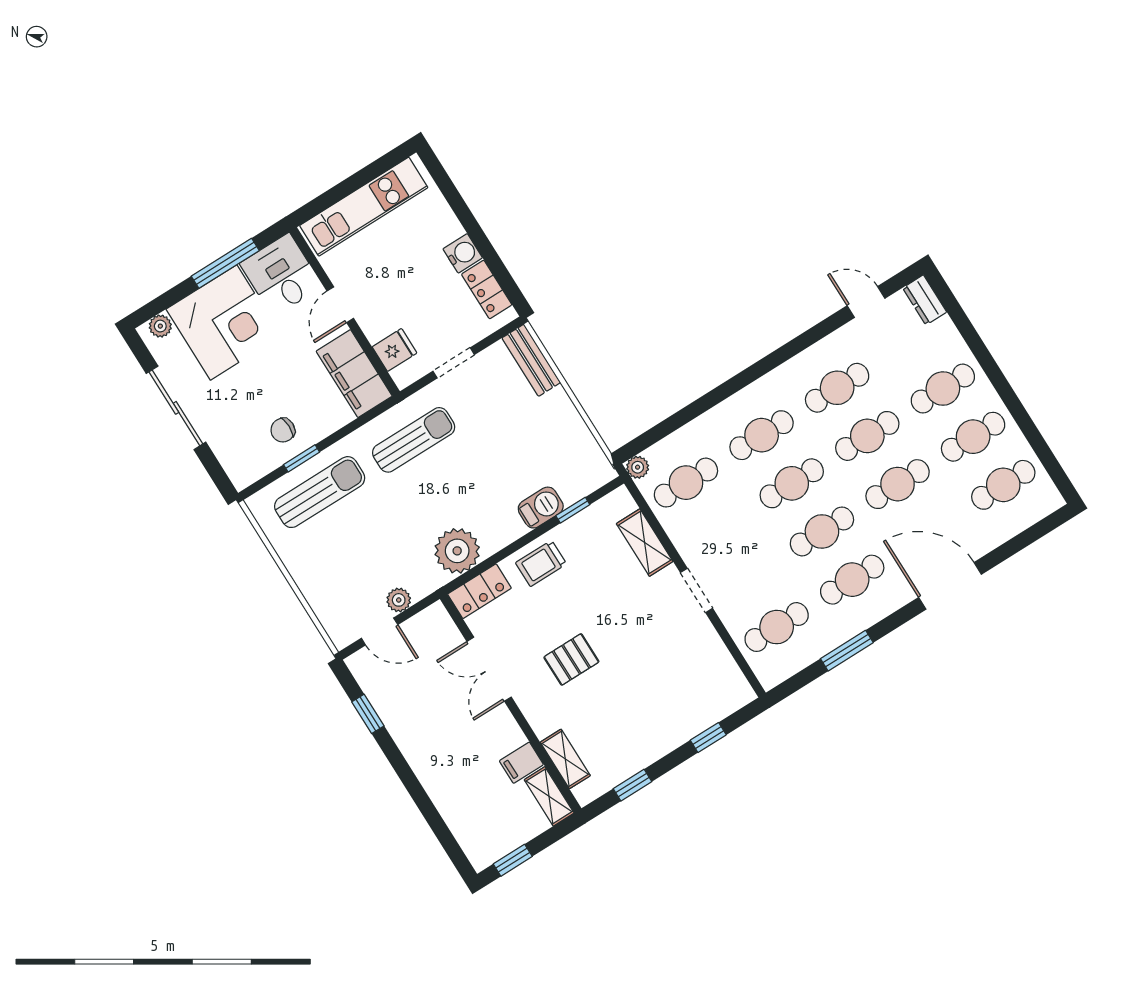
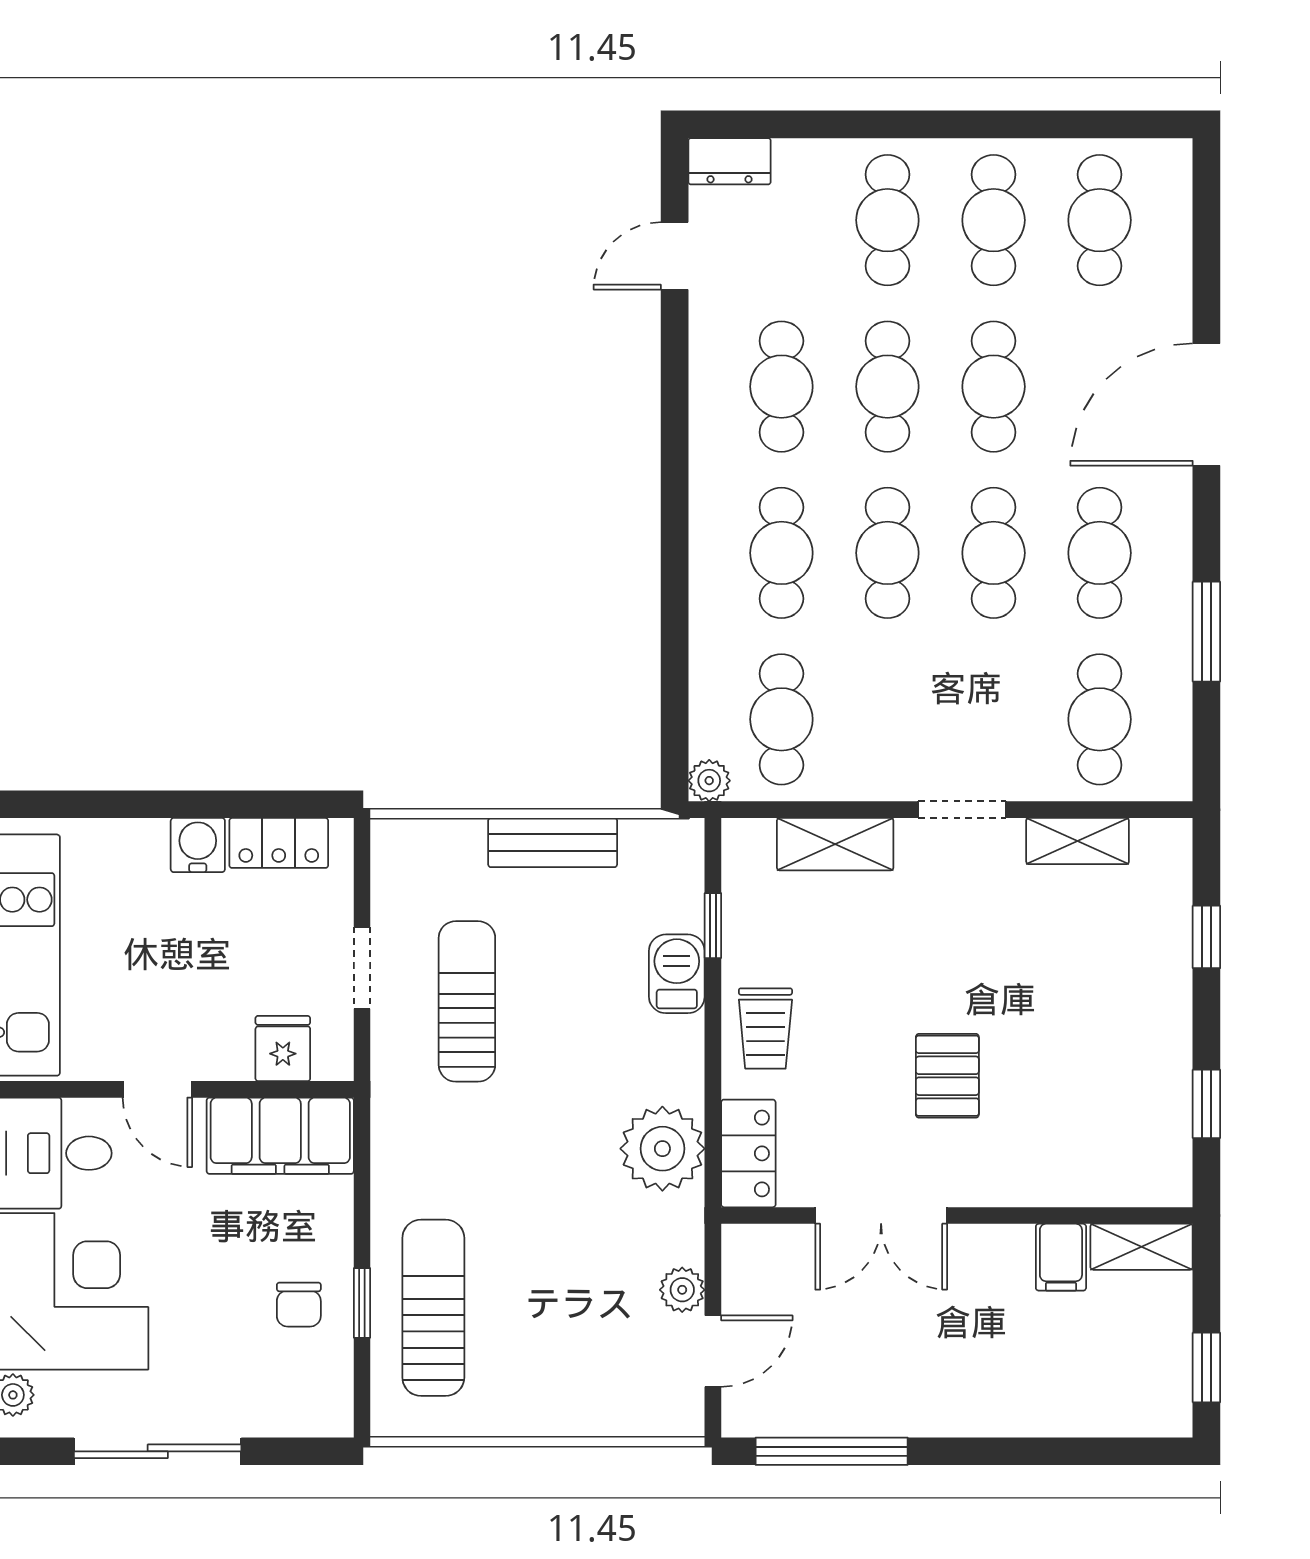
bench: (531, 360) -> (553, 843), moved
sun lounger: (414, 440) -> (467, 1001), moved
window: (368, 714) -> (832, 1451), width x2.17
shelving: (565, 759) -> (1078, 841), moved

